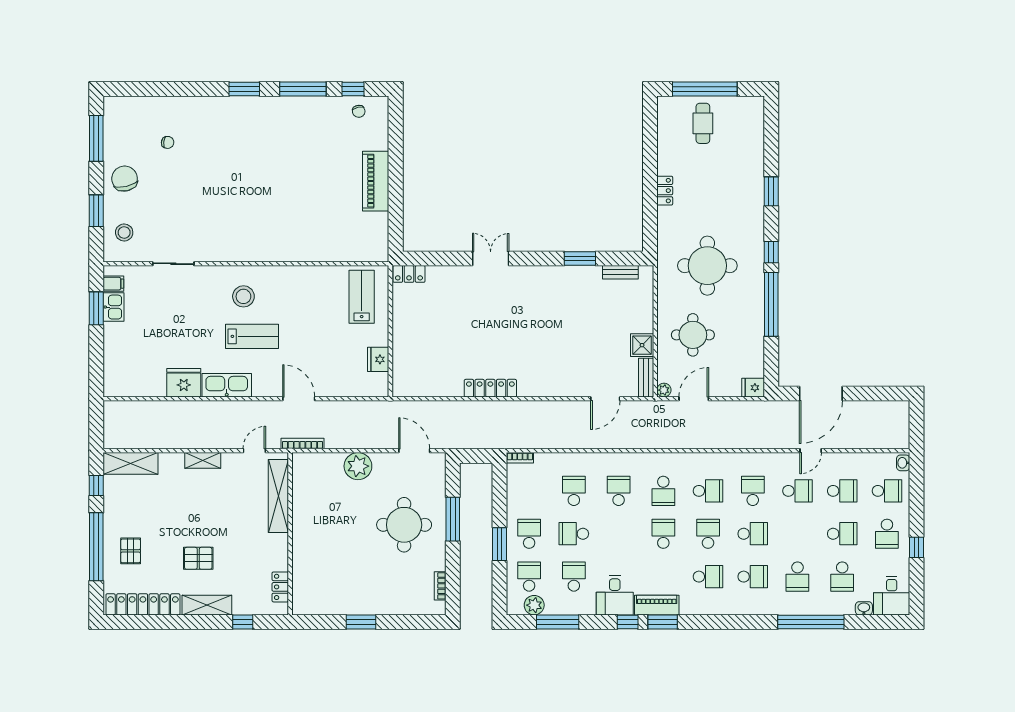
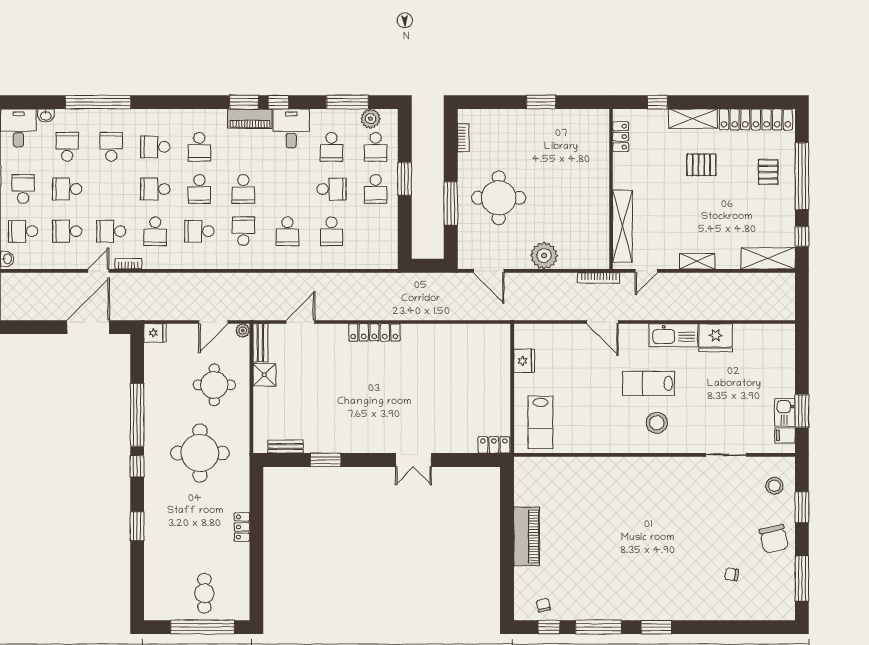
locker: (490, 388) -> (374, 332), moved
bookcase: (520, 458) -> (128, 264), moved
school desk: (708, 577) -> (199, 147), turned -90

